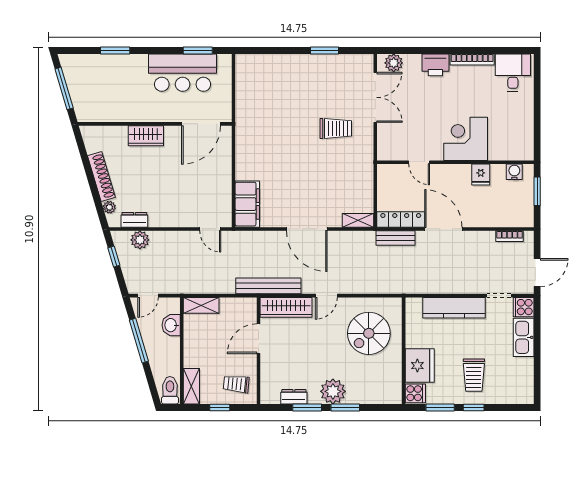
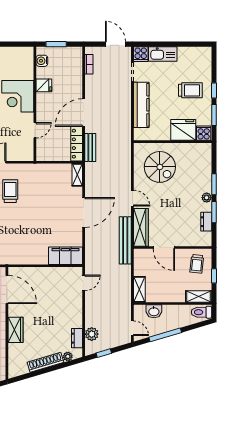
plant: (333, 391) -> (207, 198), width x0.53, depth x0.53

